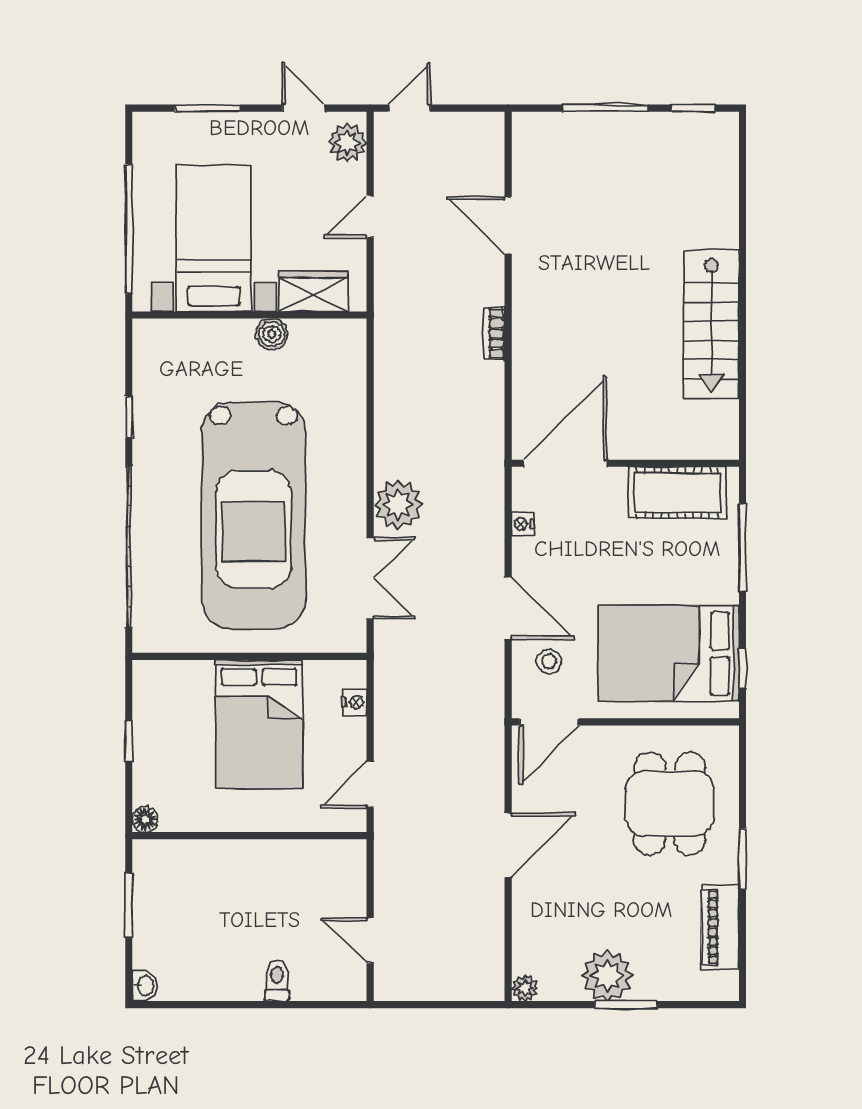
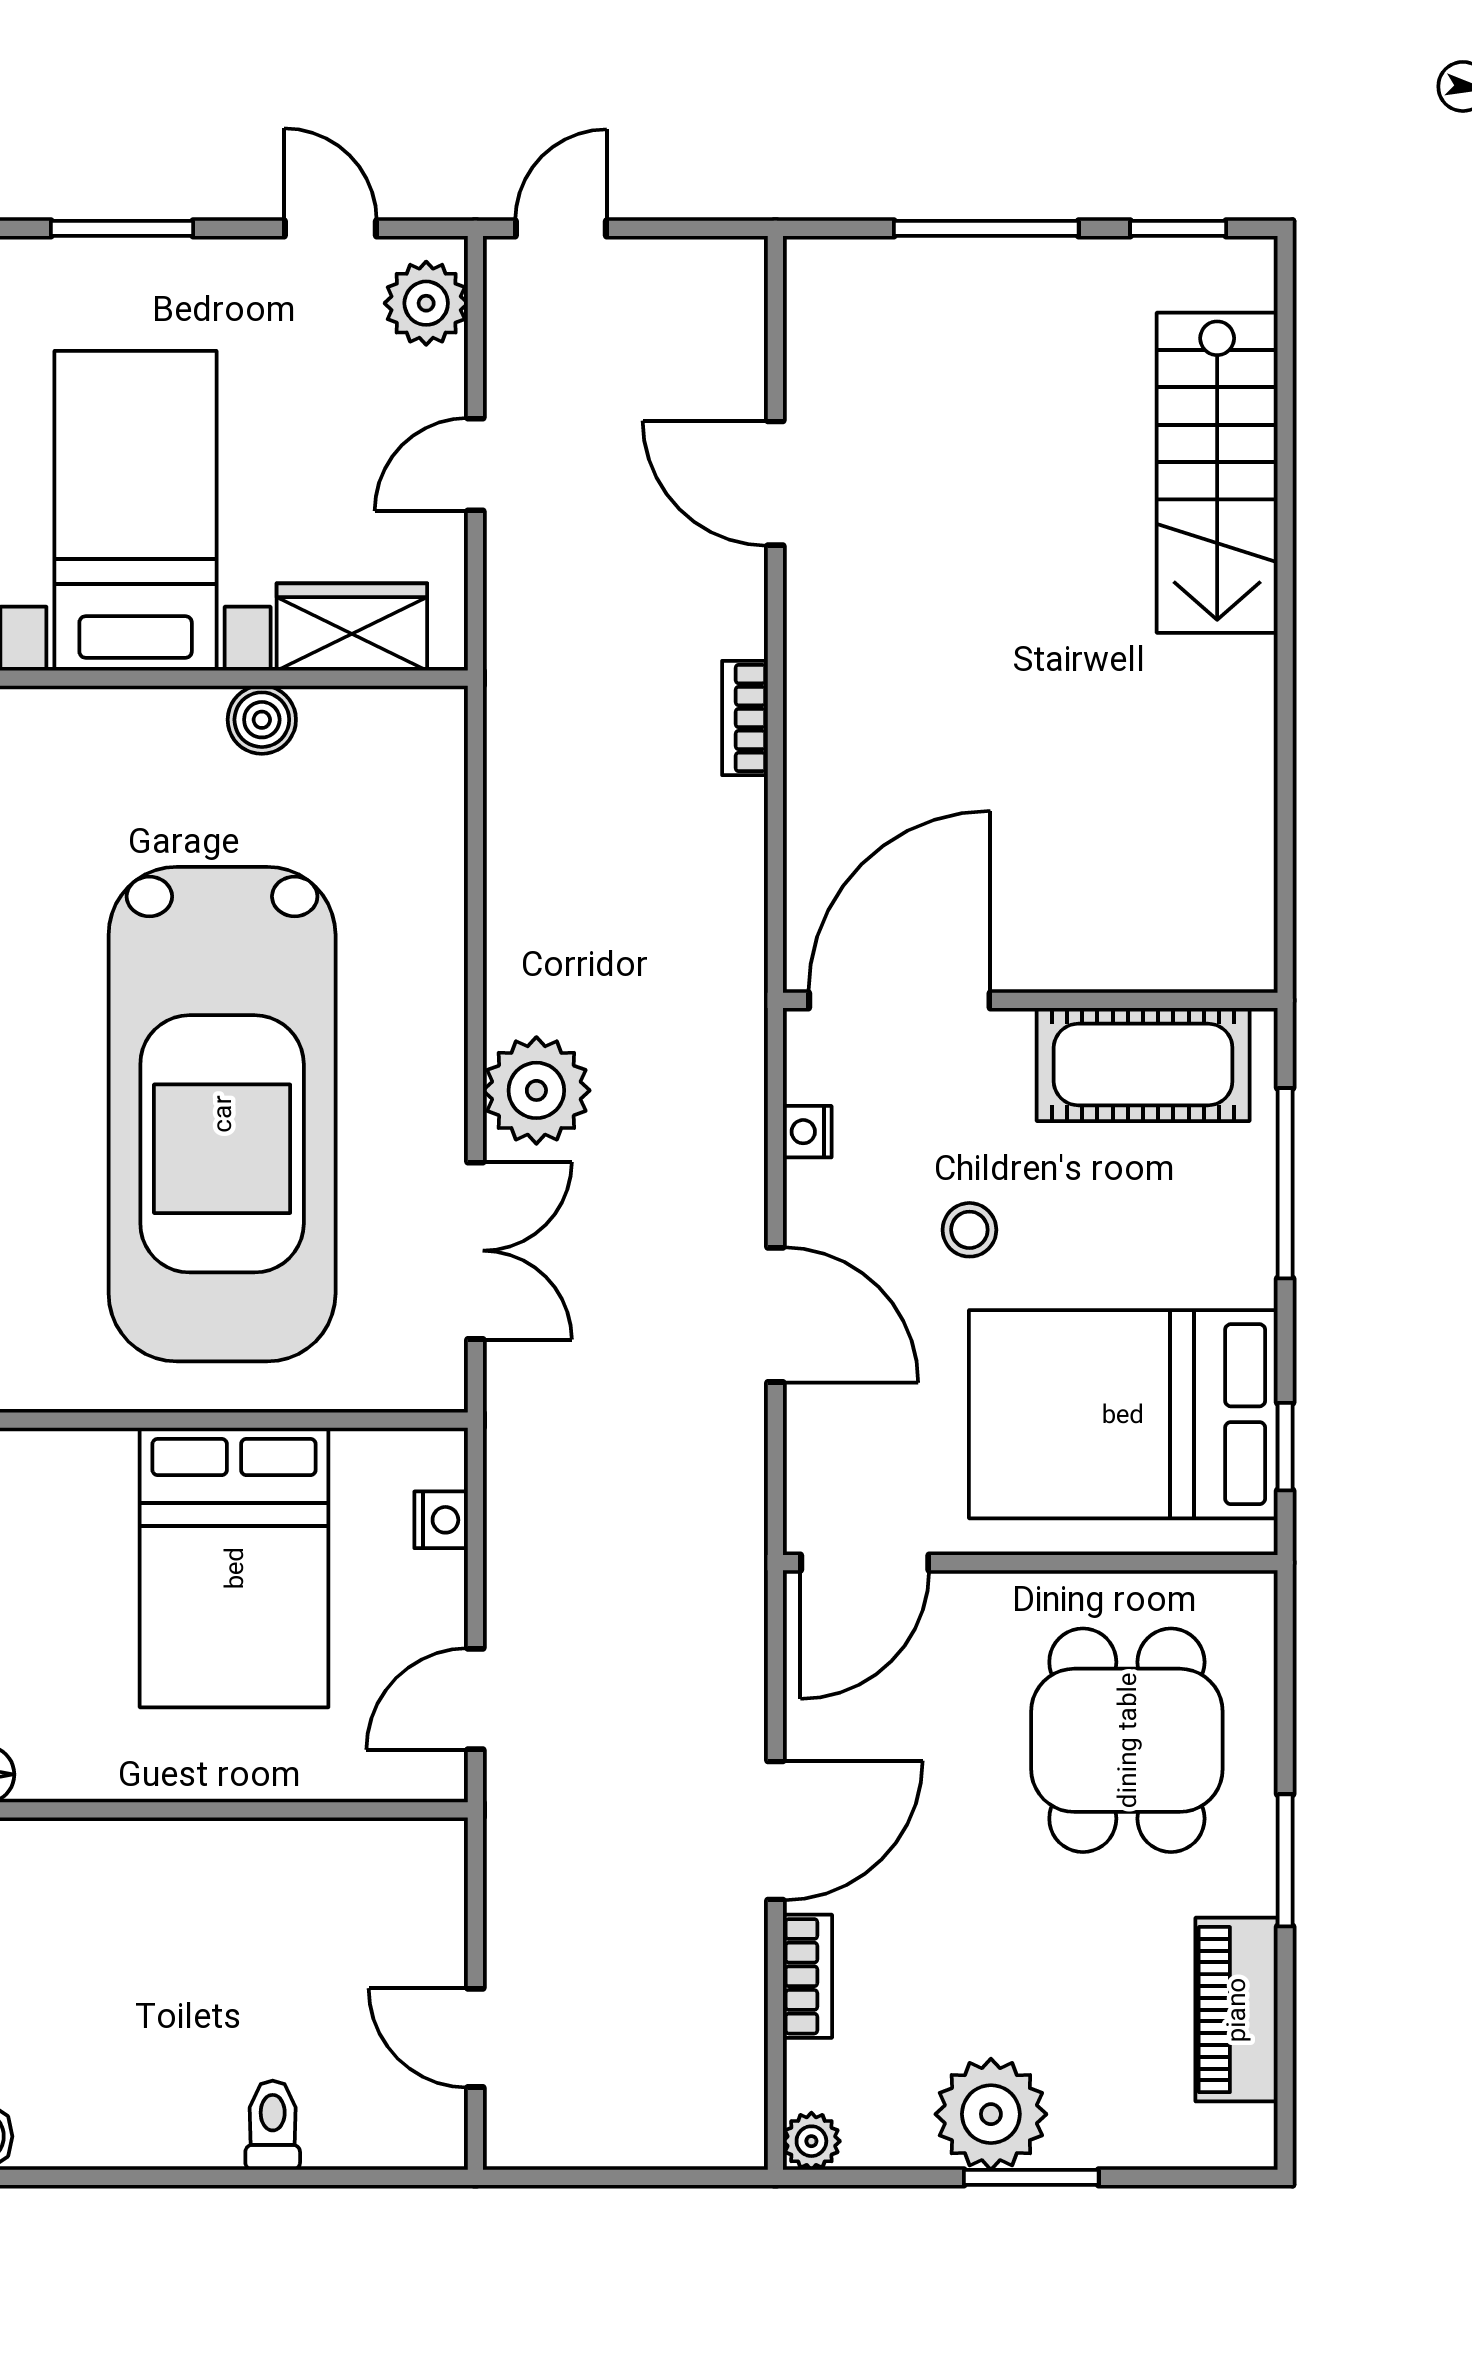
stairs: (711, 324) -> (1217, 473), moved
stool: (549, 661) -> (969, 1230), moved
bookcase: (523, 912) -> (807, 1976), added

